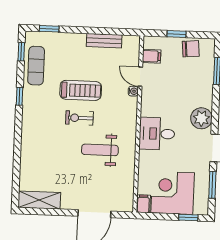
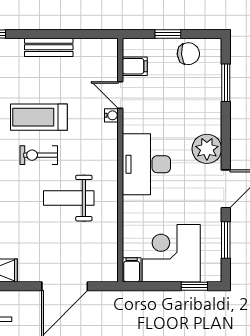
bench: (104, 41) -> (49, 47), moved
treadmill: (81, 90) -> (39, 117), turned 180
desk: (157, 134) -> (146, 164), width x1.37

